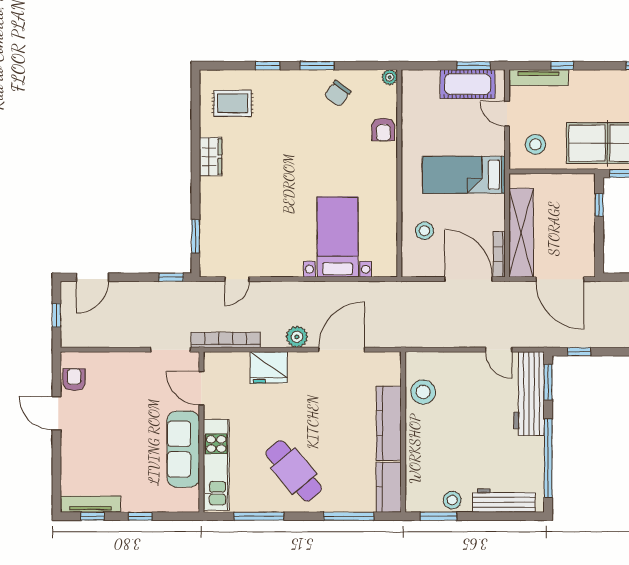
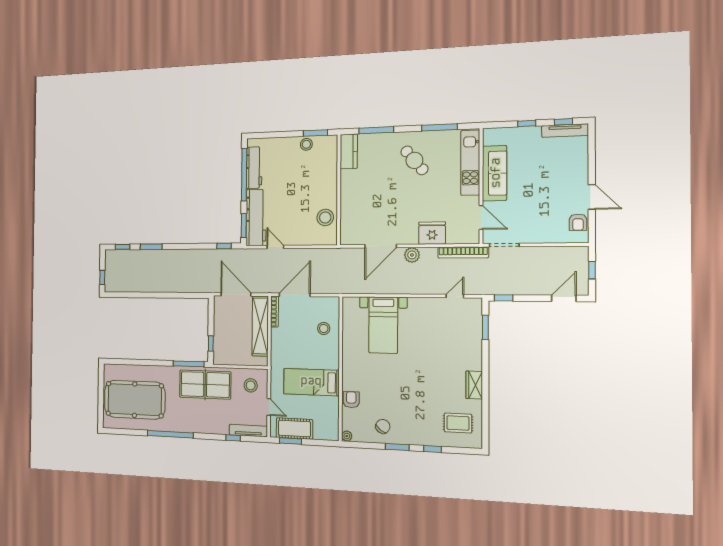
bed: (464, 175) -> (311, 382), moved, turned 180
door: (469, 279) -> (295, 295), swing flipped
kitchen counter: (389, 423) -> (348, 195), removed
cafe table: (294, 471) -> (414, 160), width x0.73, depth x0.74
workbench: (504, 501) -> (254, 168), moved, turned -90

